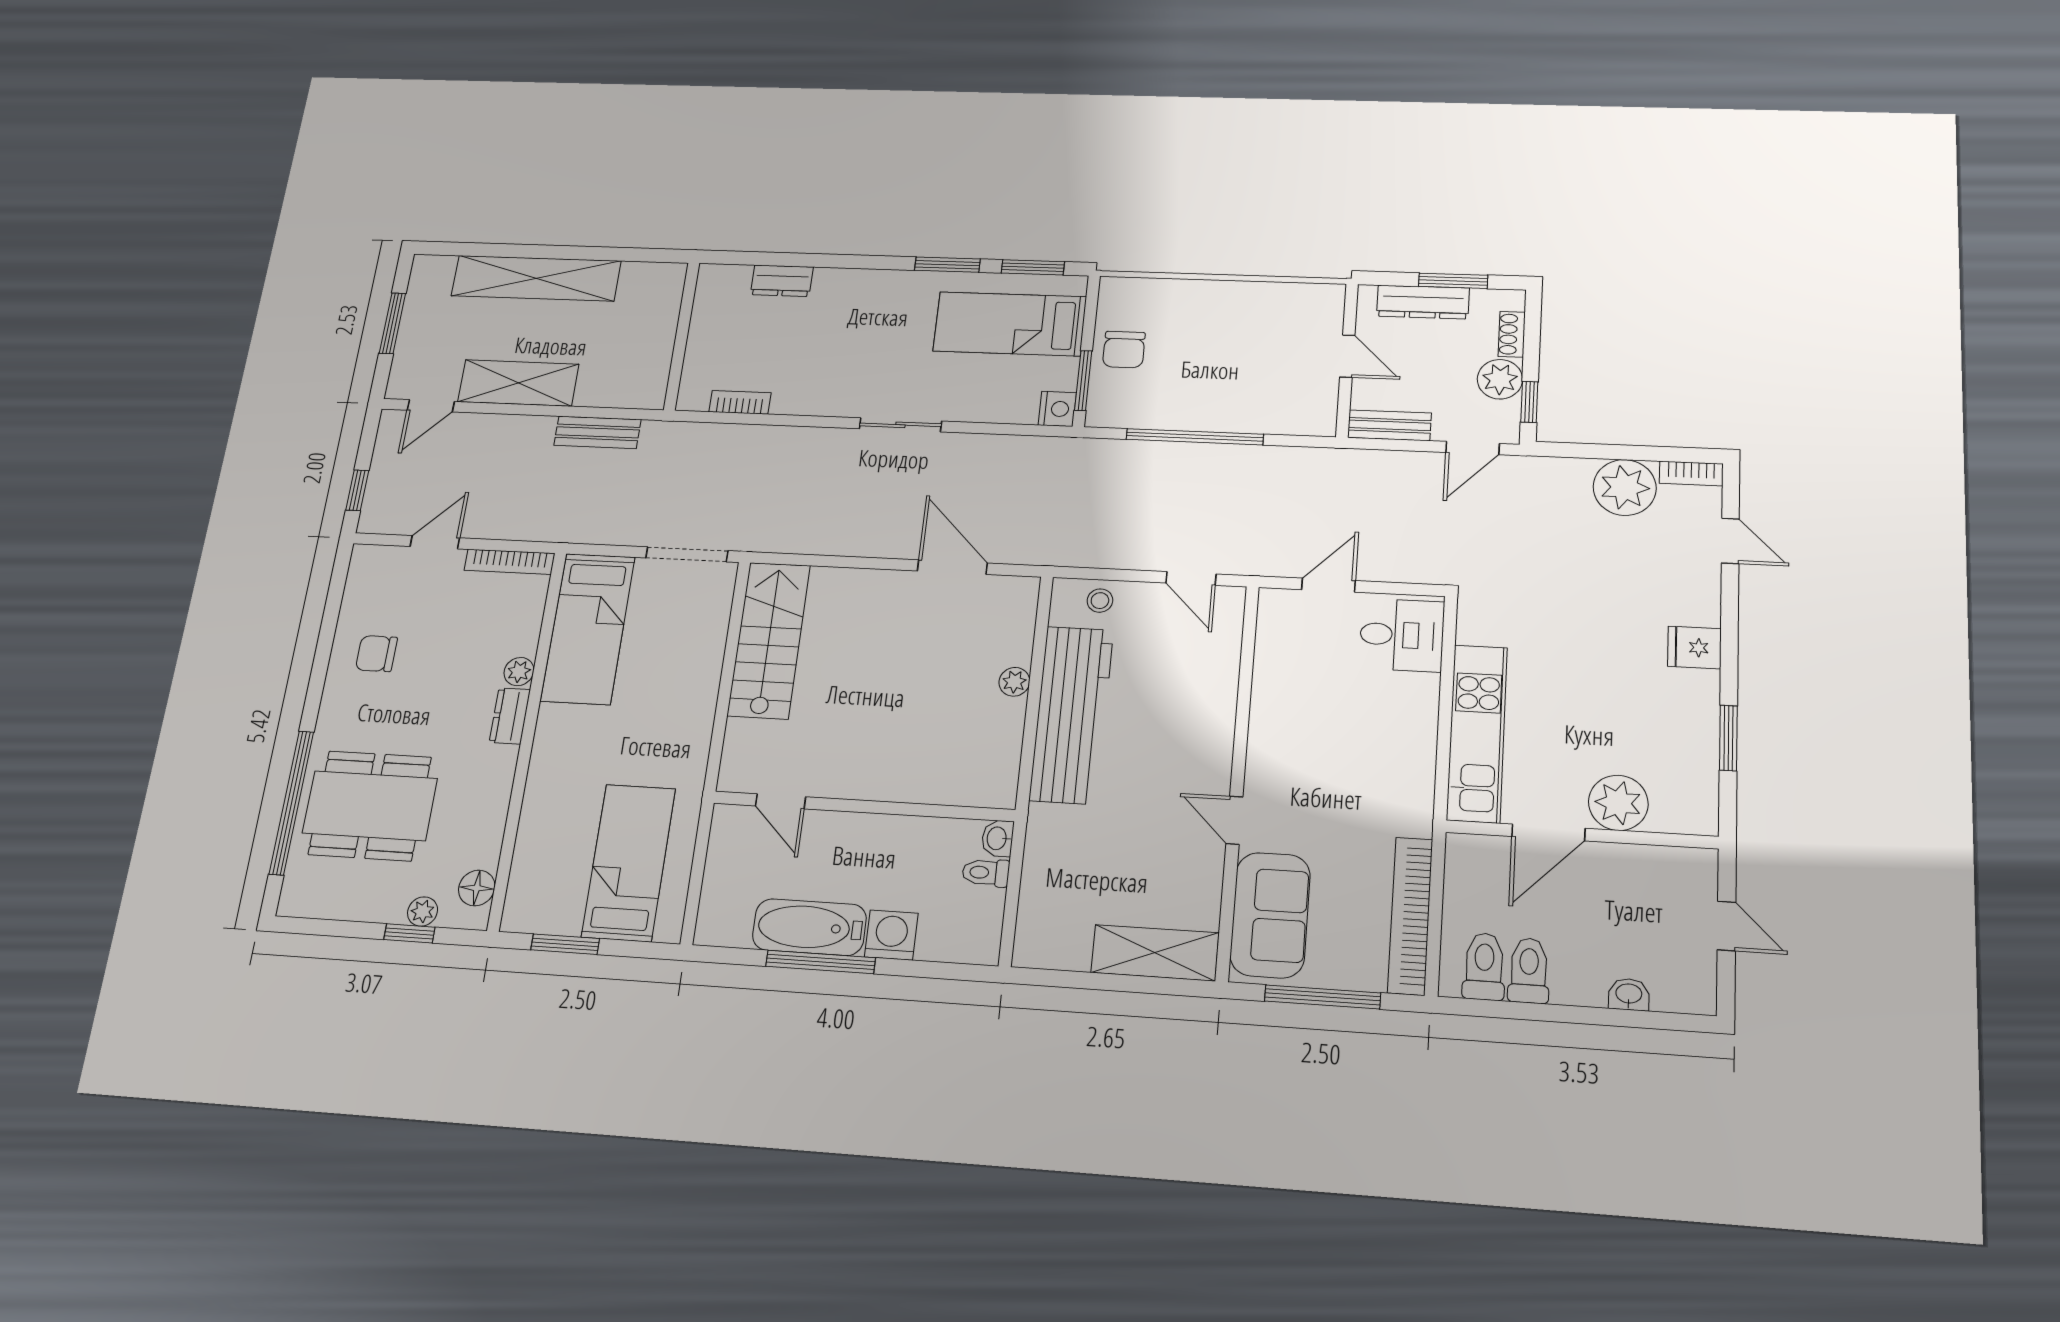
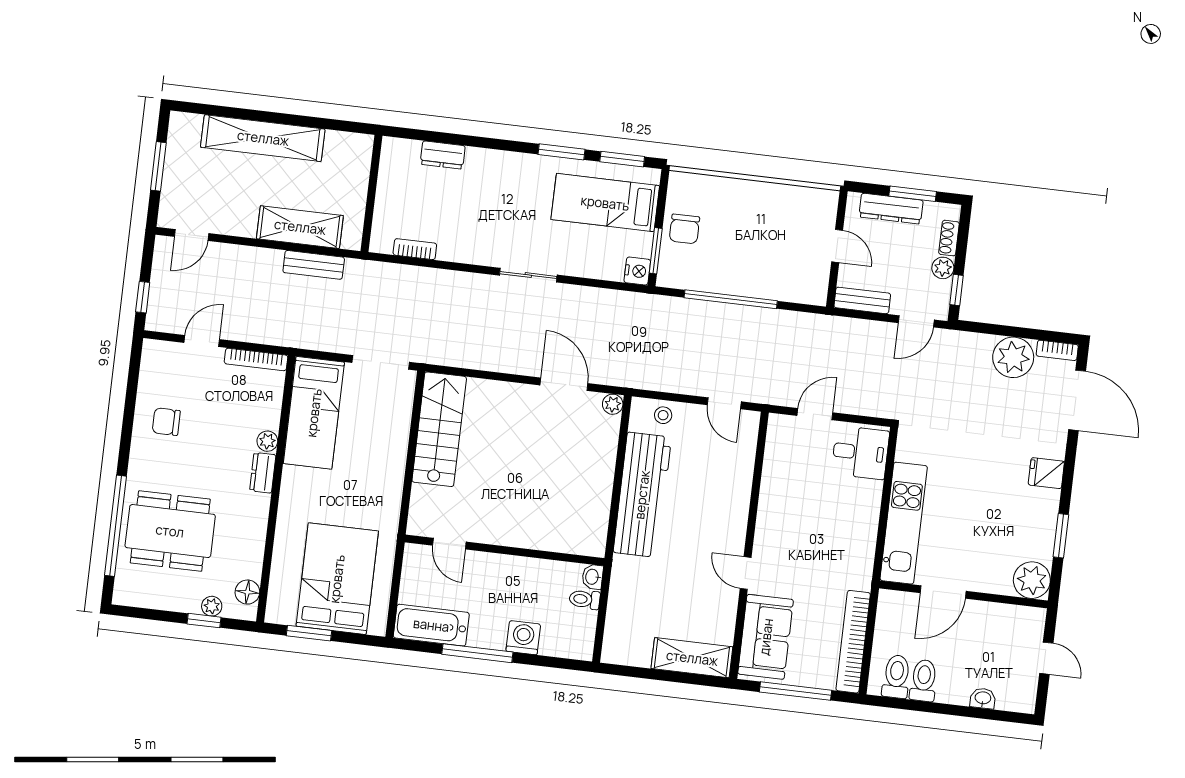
plant: (1500, 379) -> (943, 268), width x0.73, depth x0.73
shelving: (518, 383) -> (300, 227), moved
door: (1730, 541) -> (1077, 400), width x1.88
plant: (1014, 682) -> (613, 404), moved
plant: (1618, 803) -> (1032, 580), moved
bed: (629, 862) -> (337, 579), width x1.50
bathtub: (809, 927) -> (431, 625), moved

